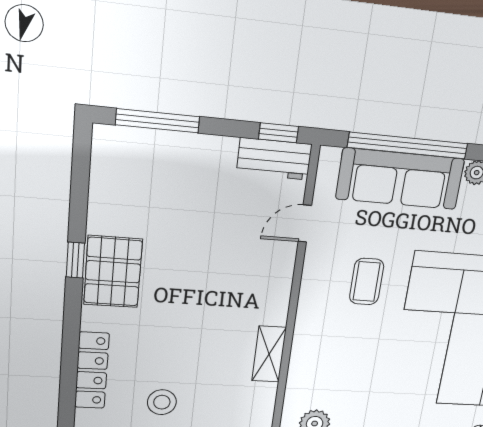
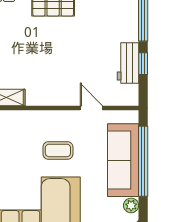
window: (279, 133) -> (143, 64), moved
workbench: (274, 159) -> (128, 63), moved

